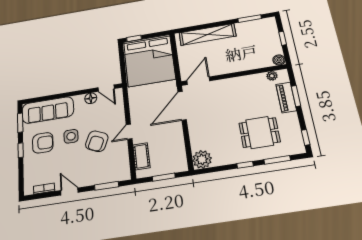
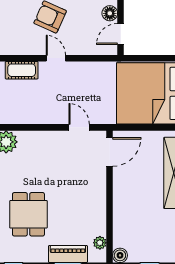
door: (198, 81) -> (110, 152), hinge flipped
door: (182, 106) -> (79, 127), width x0.53

